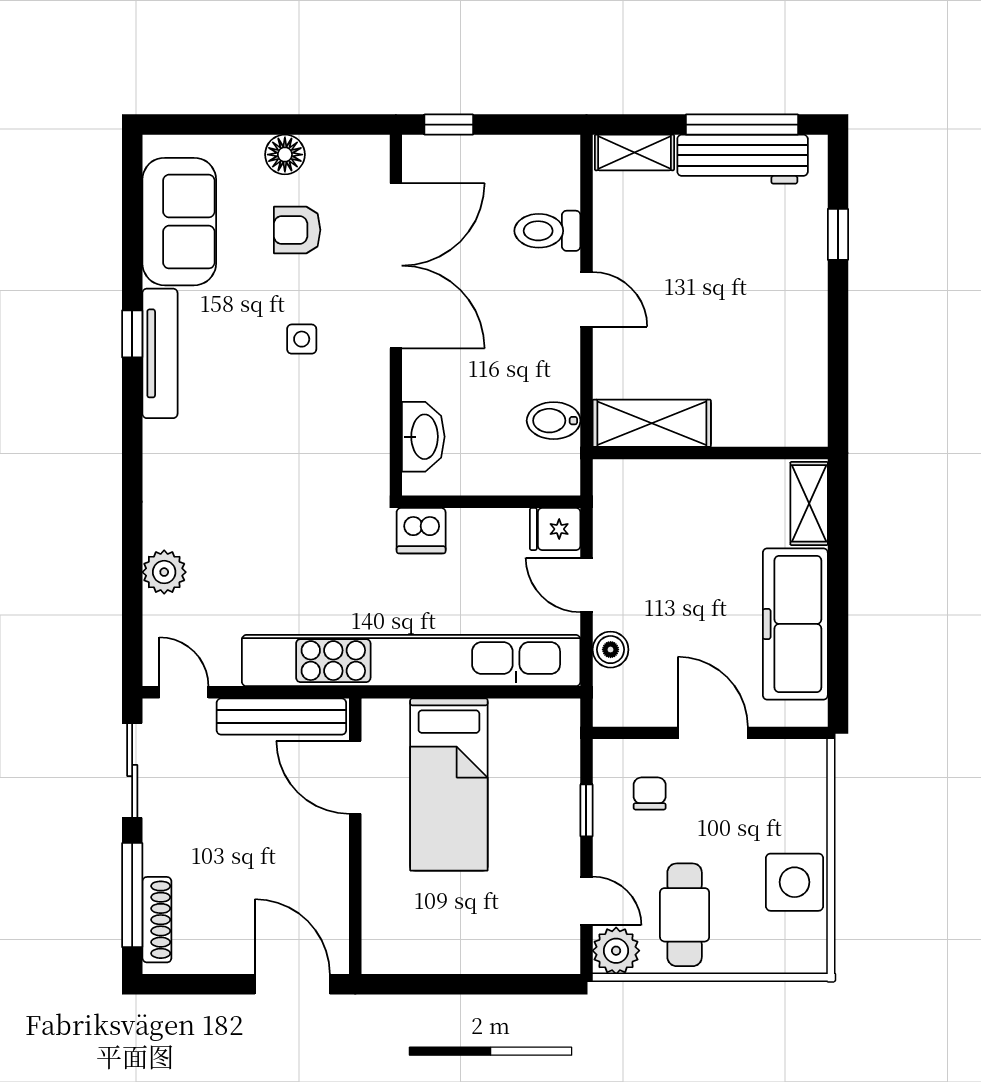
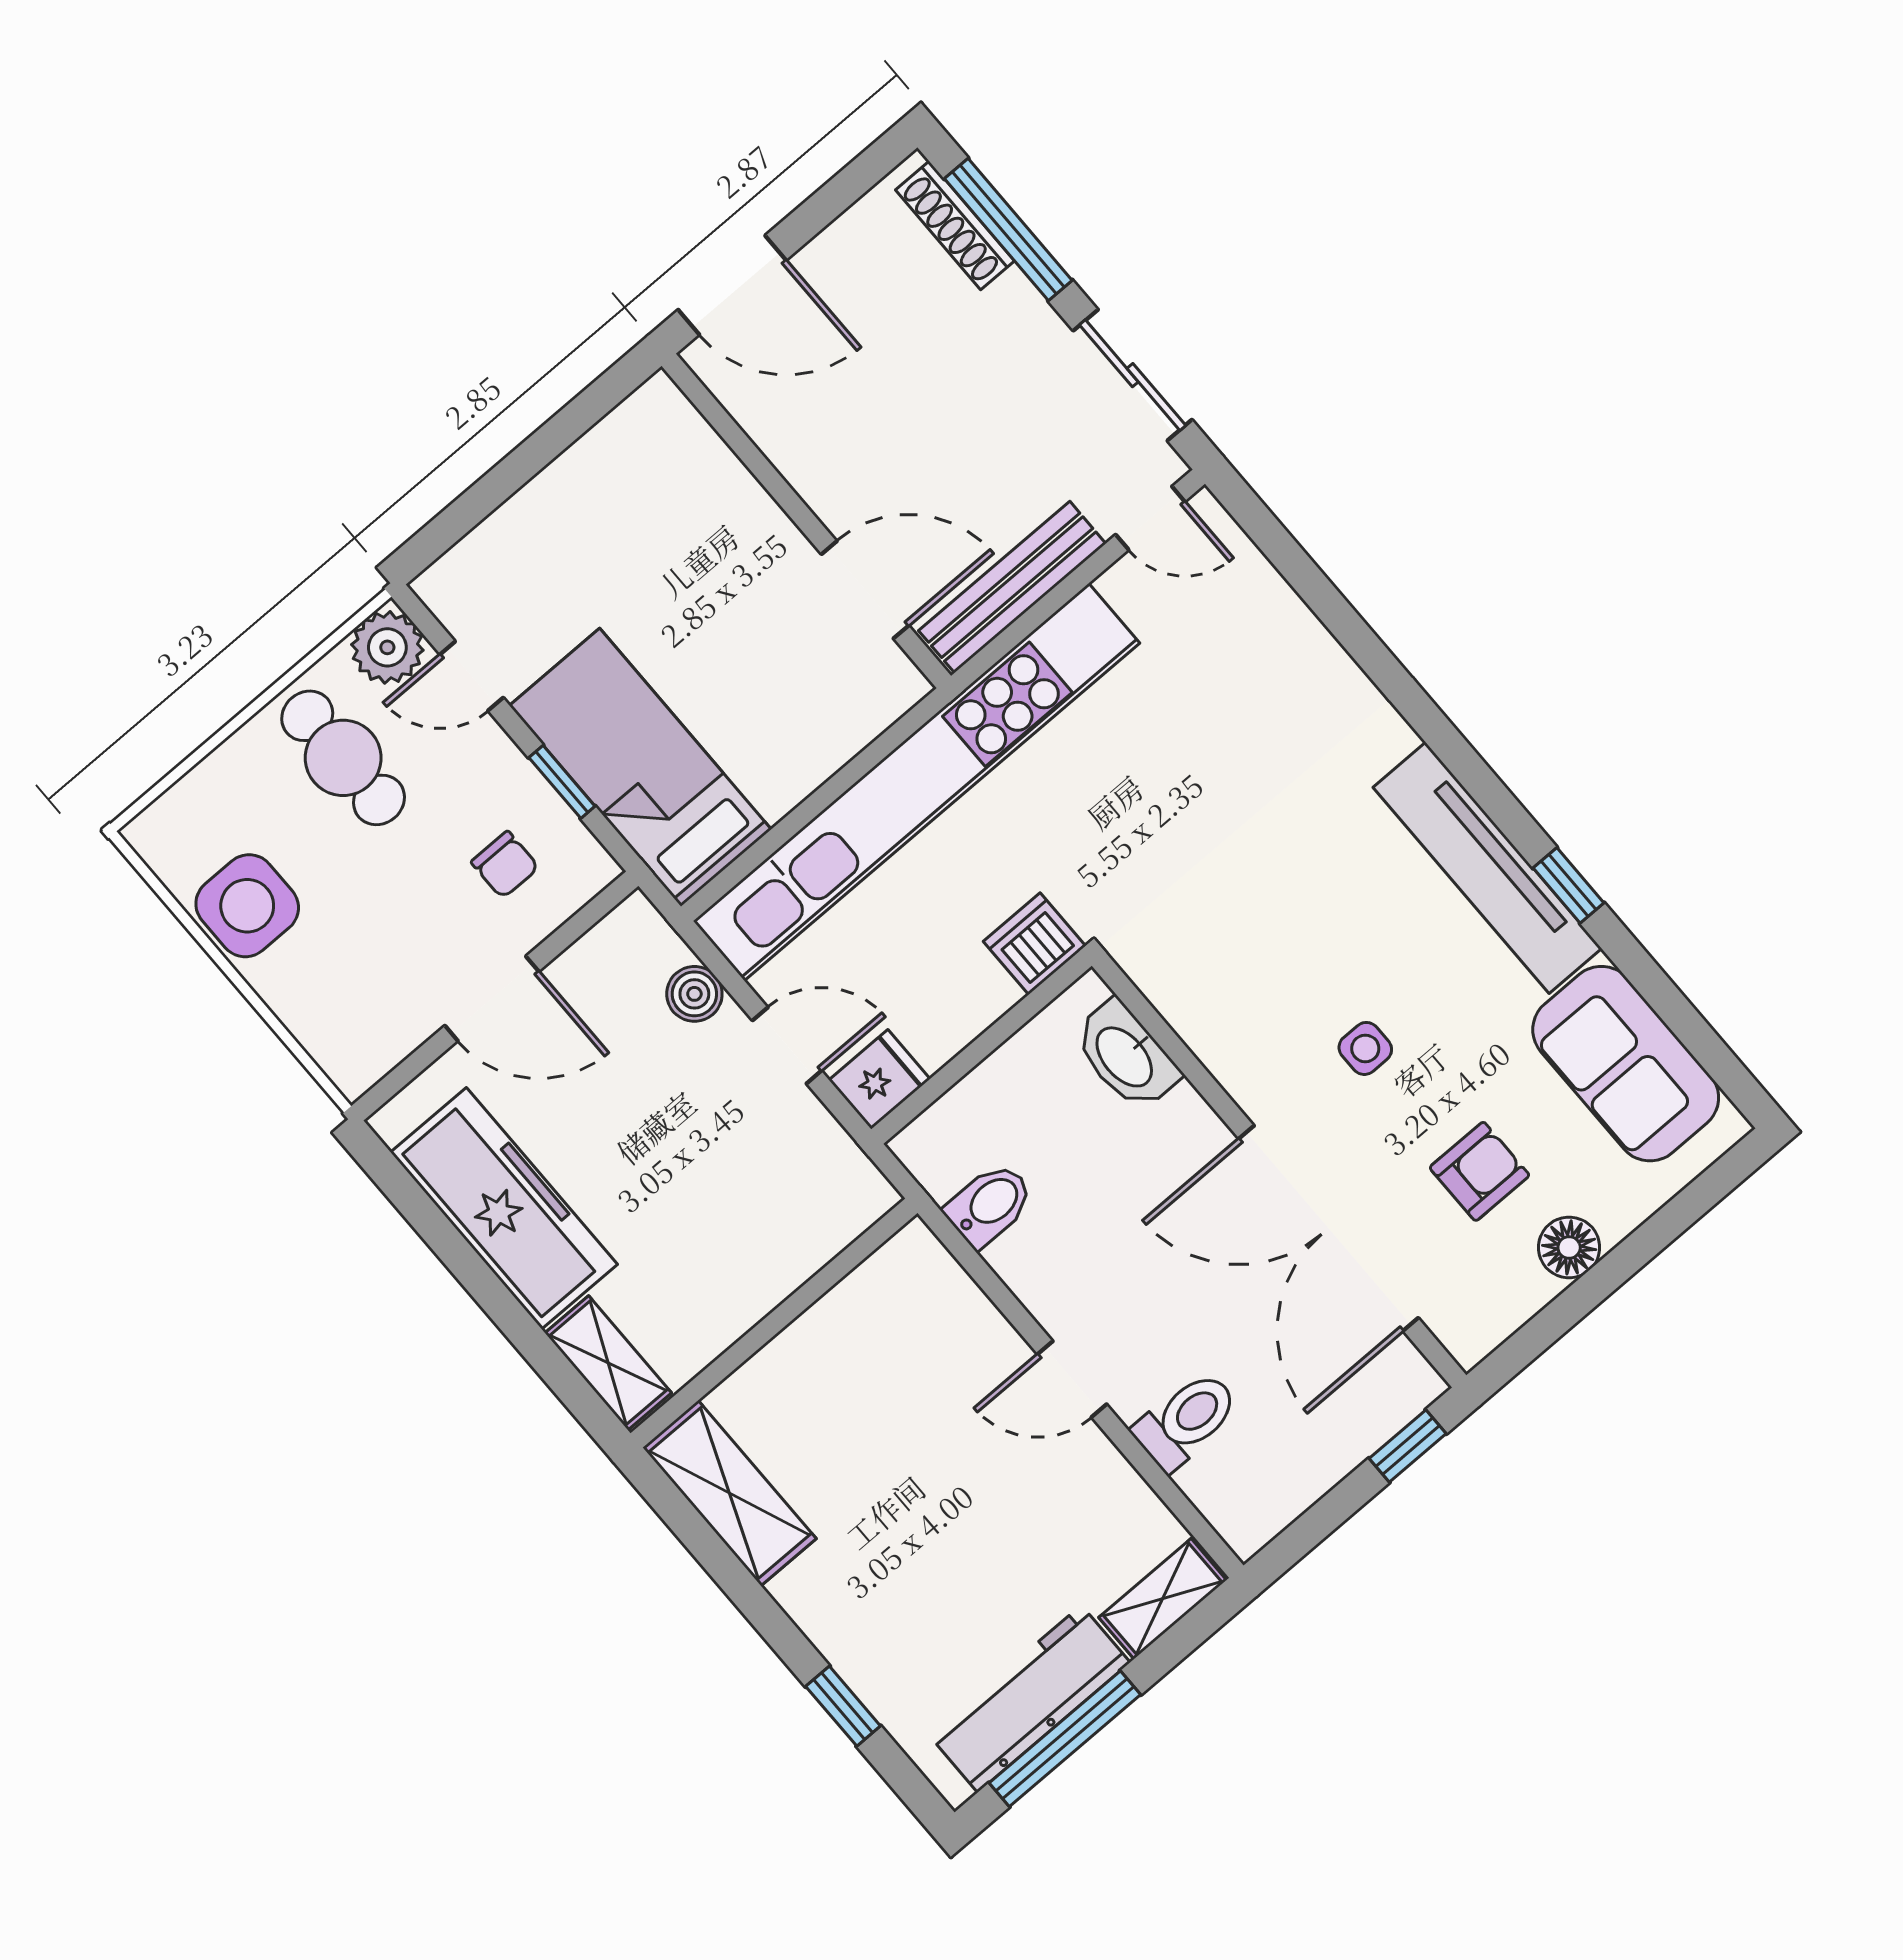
tv unit: (160, 353) -> (1487, 868), width x1.36, depth x1.29
shelving: (652, 423) -> (730, 1493), moved, turned 90
plant: (164, 572) -> (1293, 639), removed
bed: (449, 784) -> (640, 767), moved

